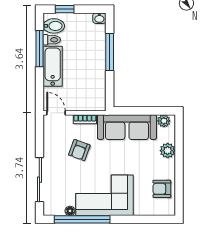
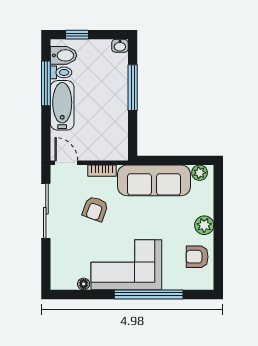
plant: (168, 151) -> (204, 225), moved
sliding door: (39, 180) -> (46, 211), moved
window: (82, 219) -> (149, 294), moved

